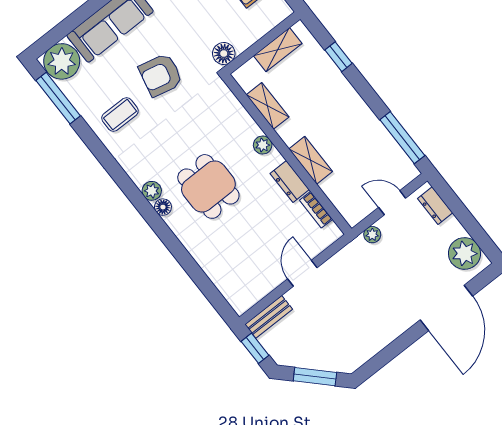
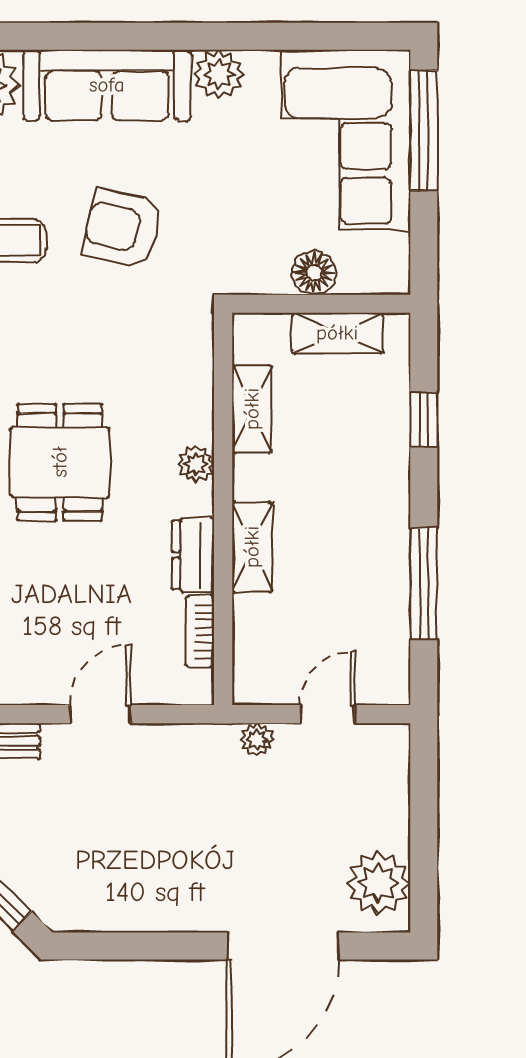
floor lamp: (224, 53) -> (314, 273), moved
window: (402, 138) -> (424, 584), moved
door: (392, 203) -> (328, 714), hinge flipped
dresser: (435, 206) -> (392, 772), removed

